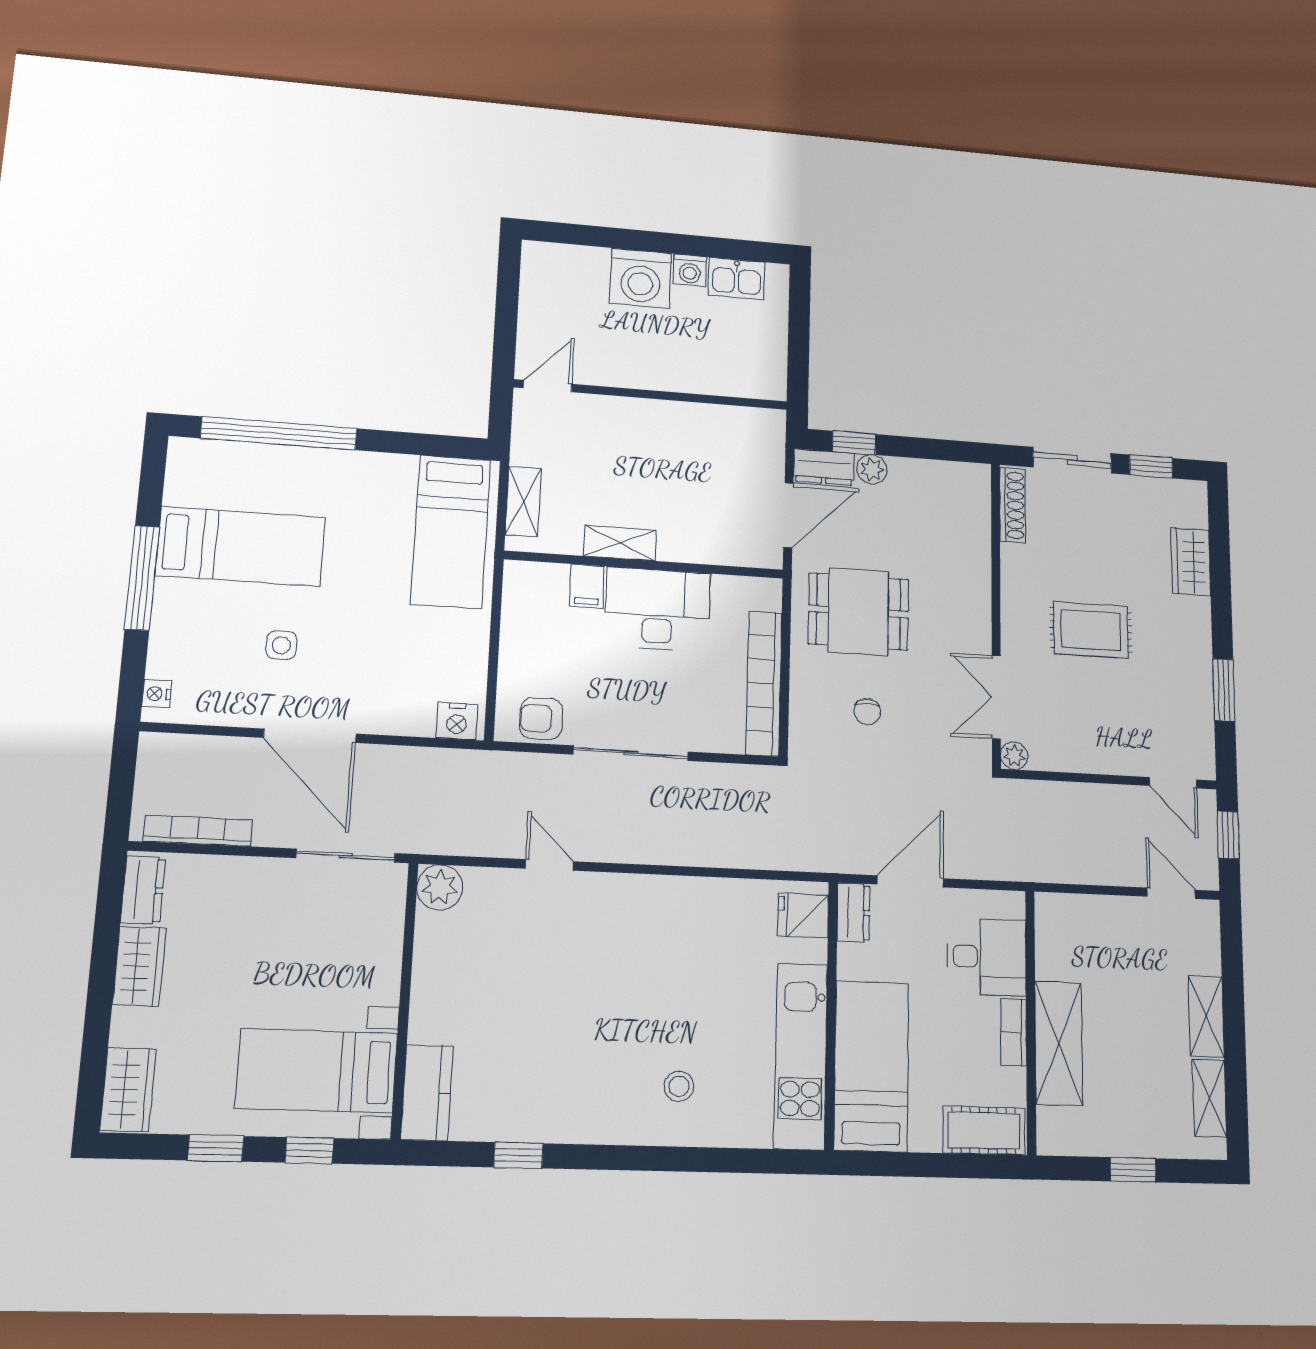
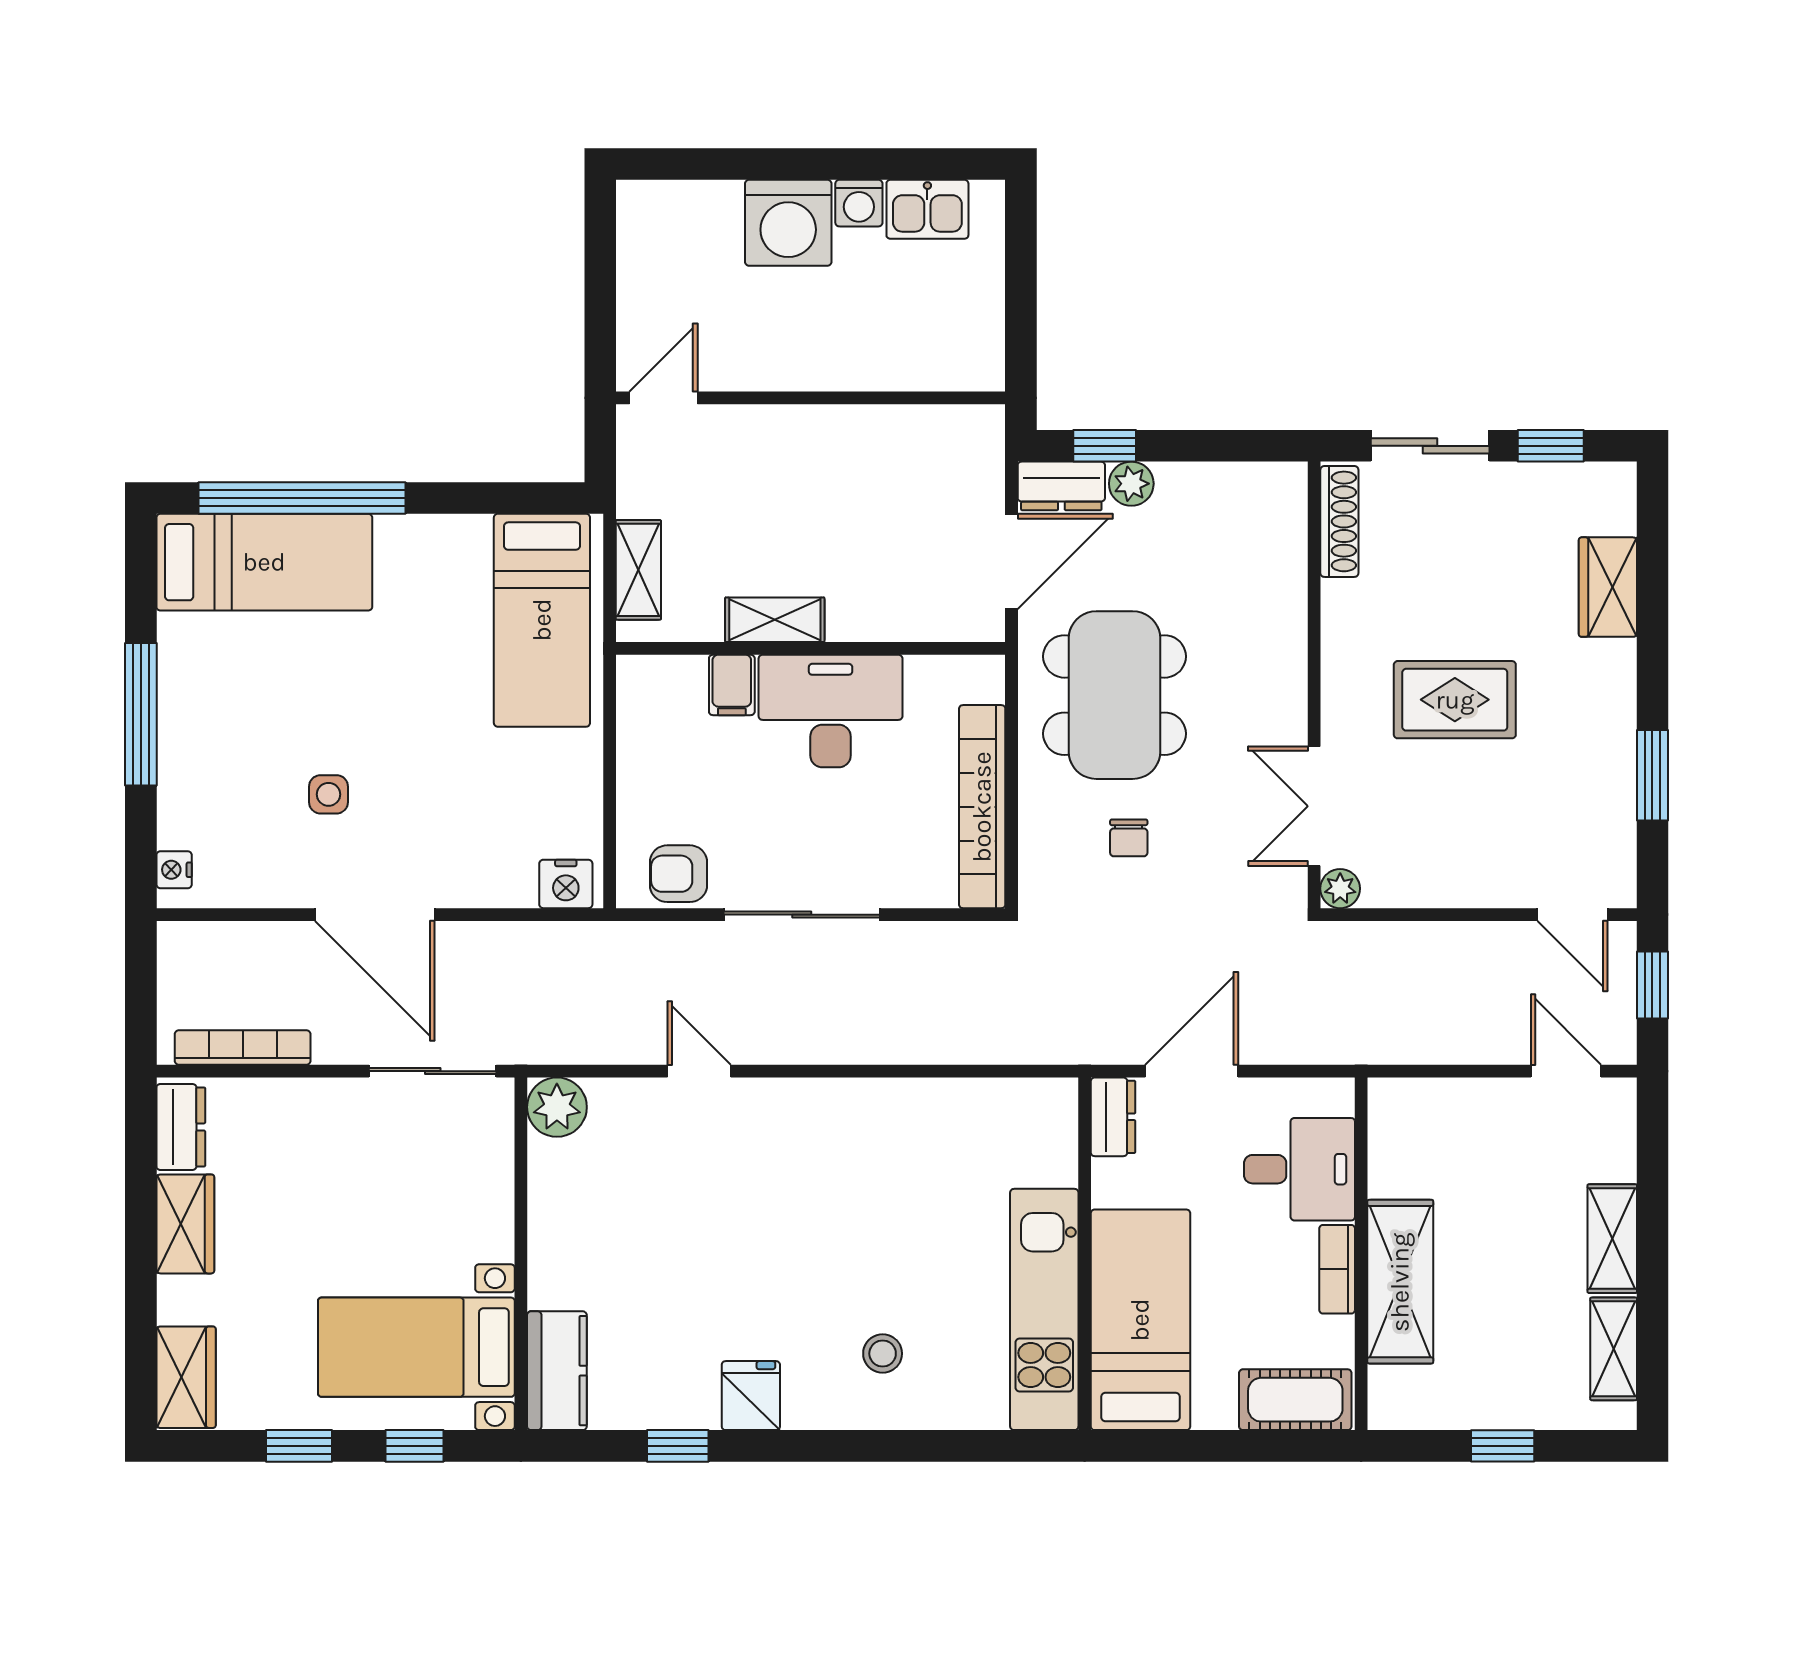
bed: (241, 546) -> (264, 562), moved
dining table: (858, 611) -> (1114, 695), width x1.38
fridge: (803, 916) -> (751, 1396), moved, turned 90

